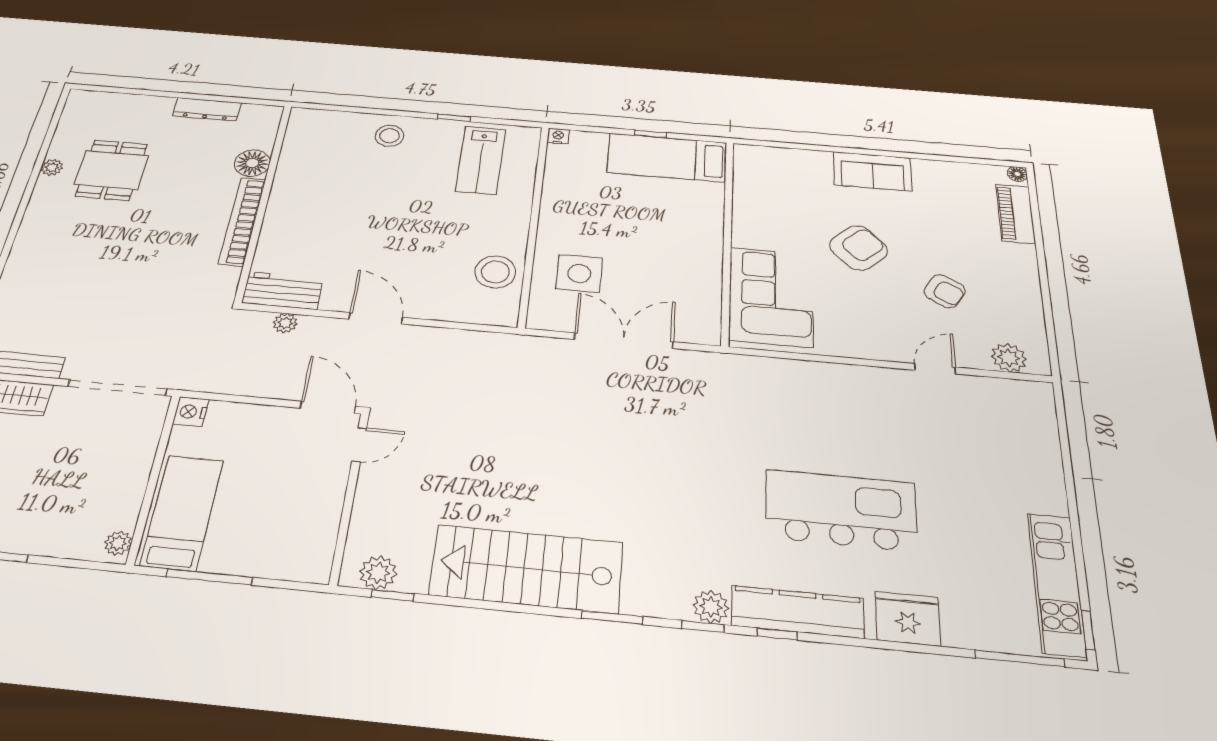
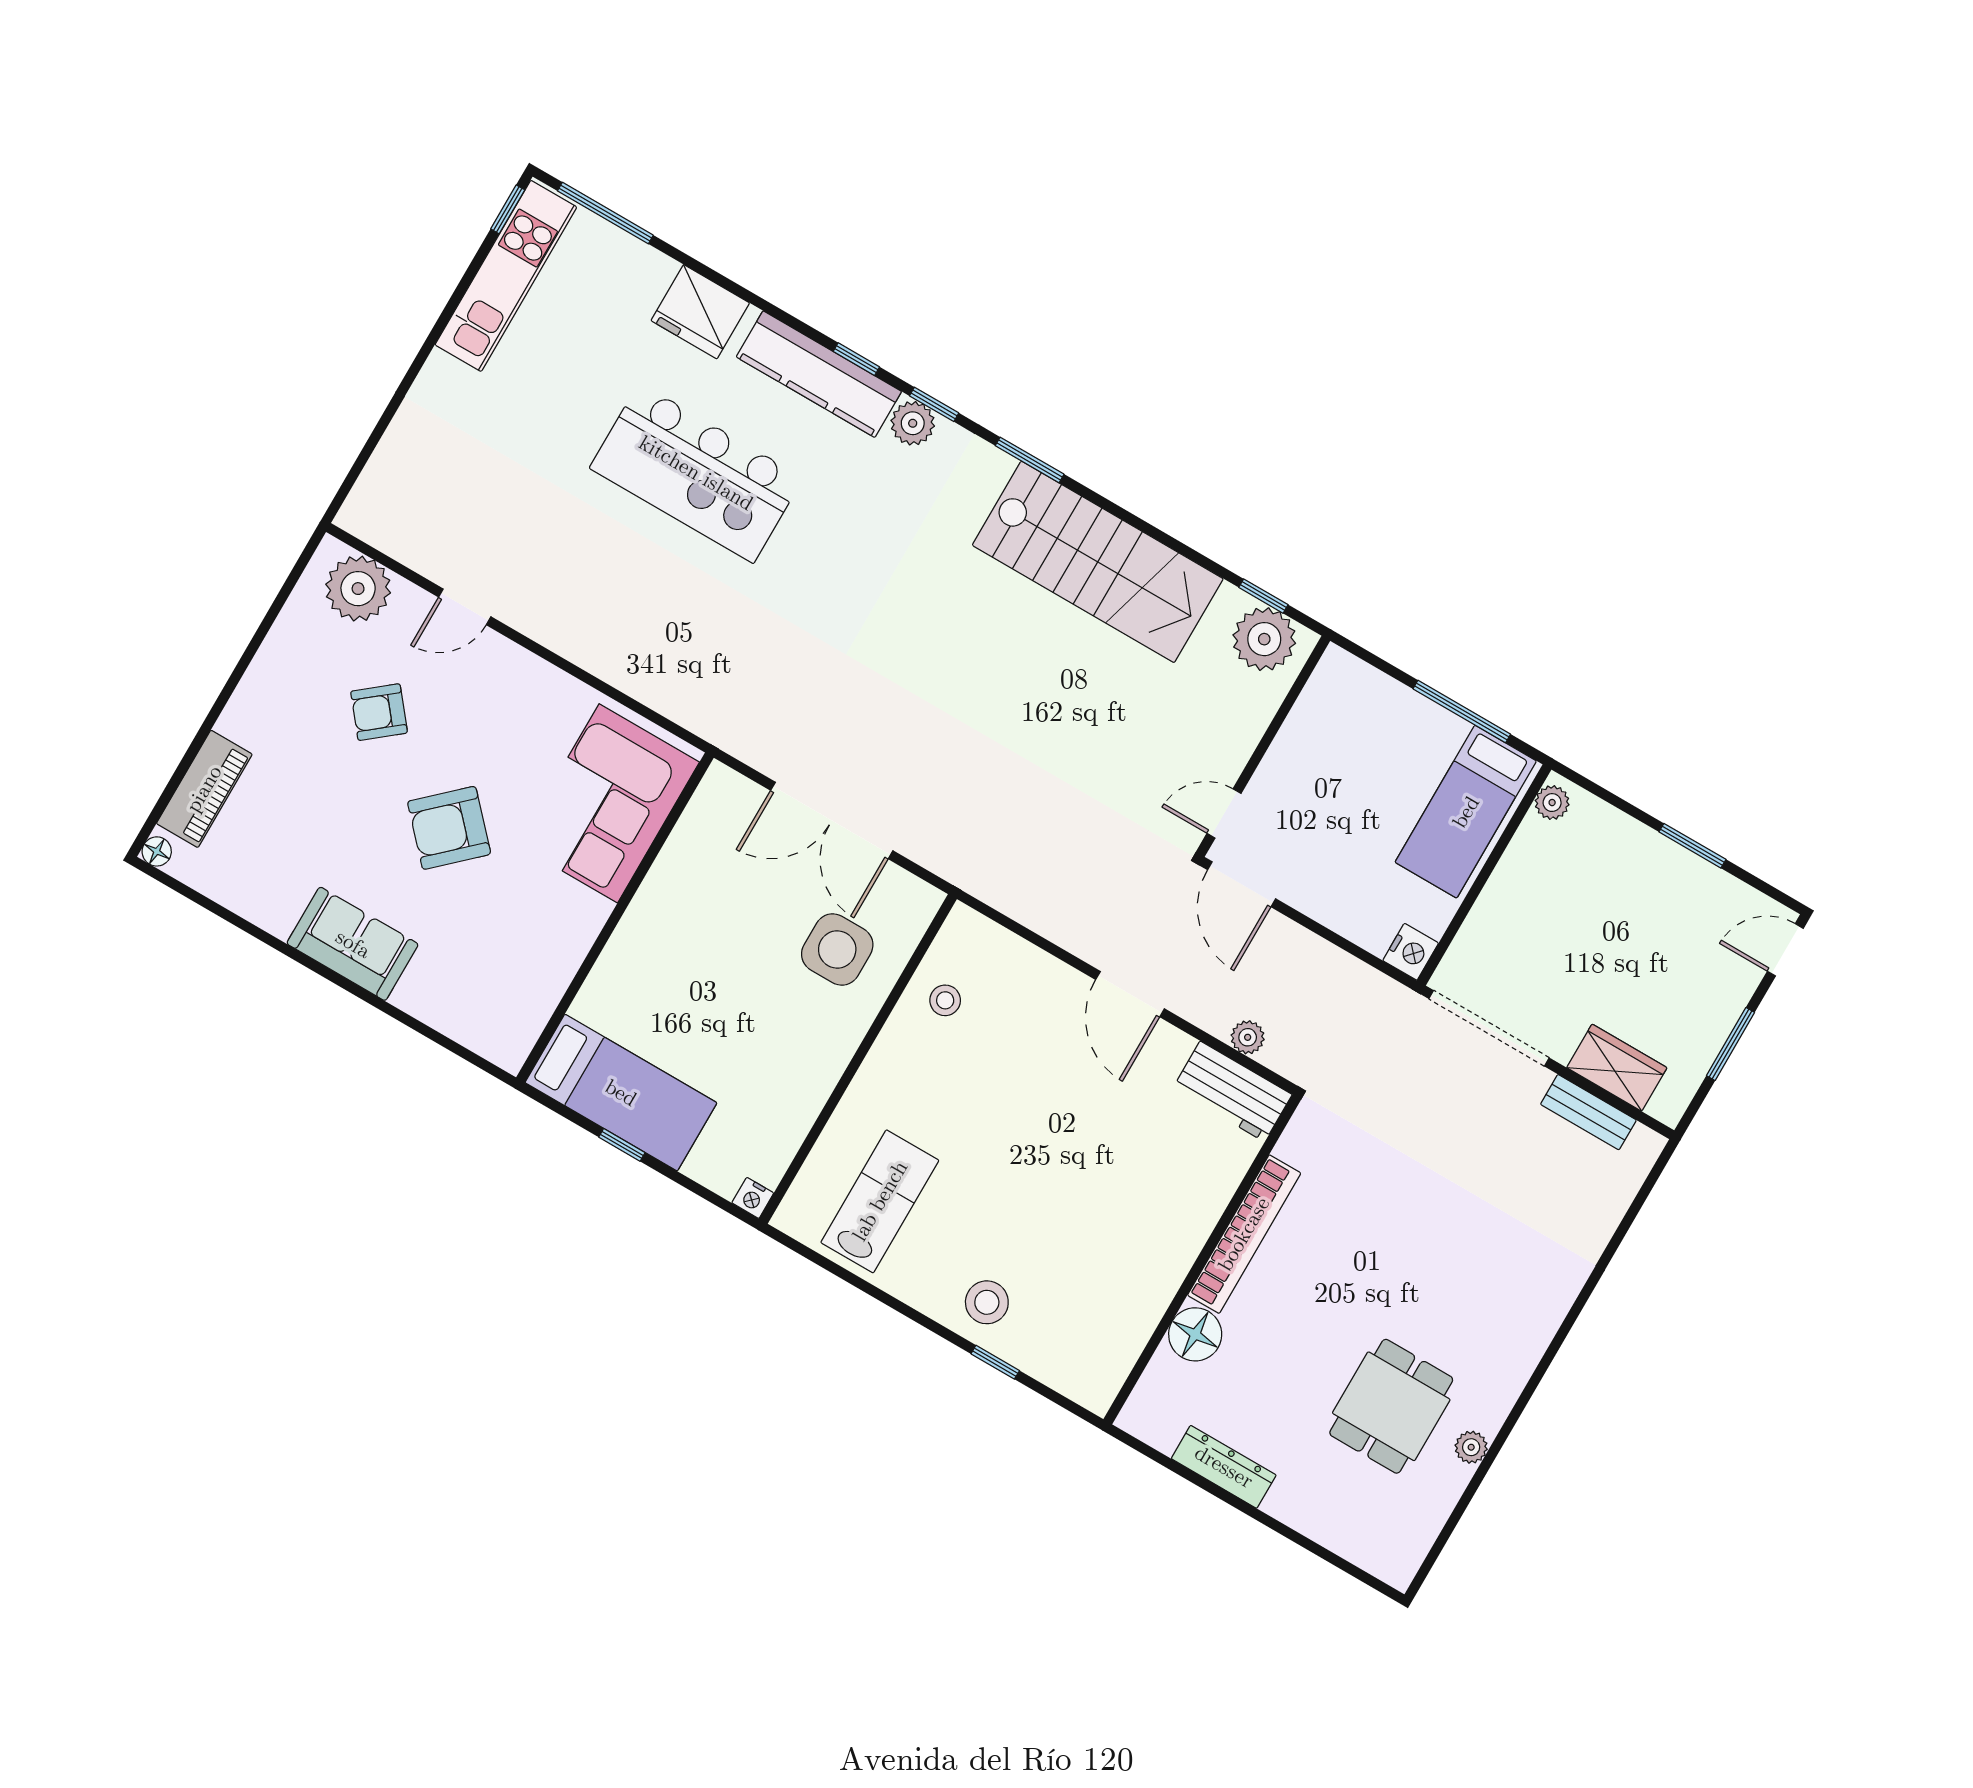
window: (454, 118) -> (995, 1362), moved
stool: (495, 272) -> (945, 1000), width x0.53, depth x0.53
armchair: (945, 291) -> (379, 712), turned -69
plant: (1009, 358) -> (358, 589), width x1.36, depth x1.36
plant: (378, 573) -> (1264, 639), width x1.36, depth x1.36

